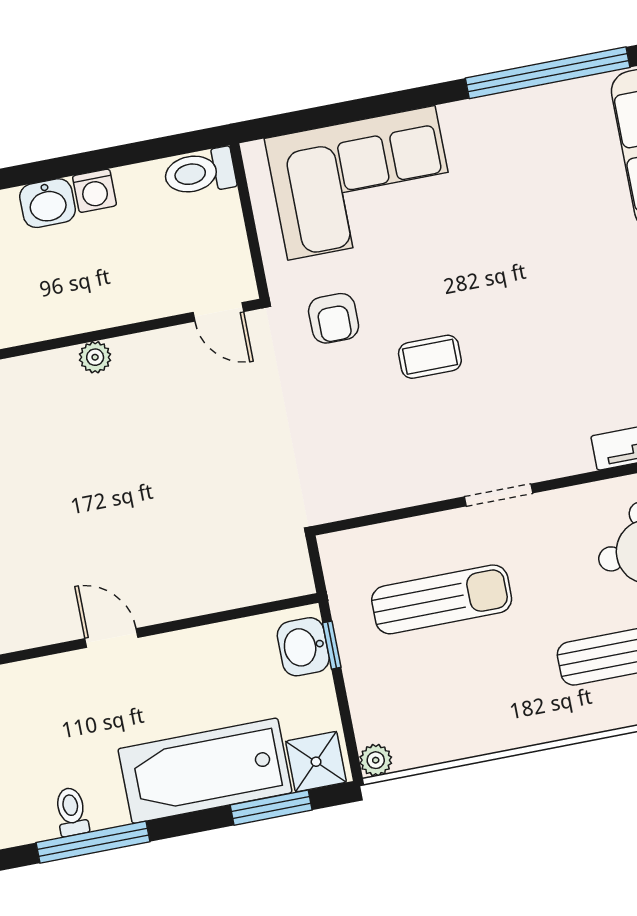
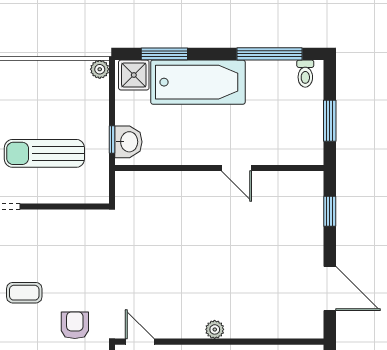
toilet: (72, 812) -> (305, 74), moved

